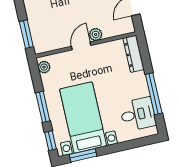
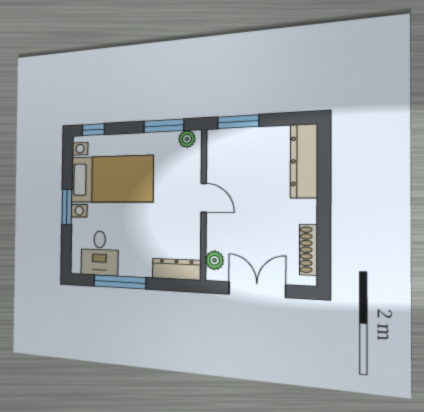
plant: (96, 34) -> (215, 260), moved
window: (43, 107) -> (164, 126), moved
window: (83, 155) -> (67, 207), moved

